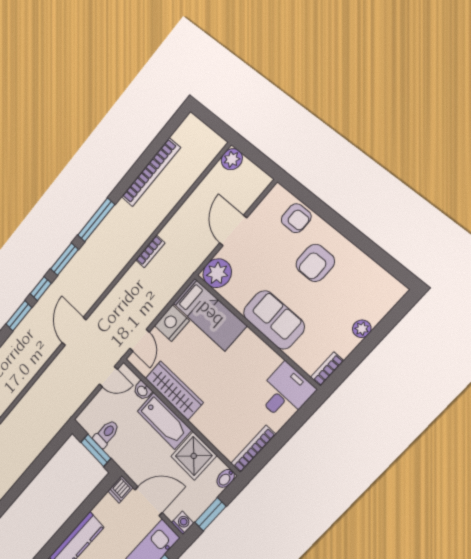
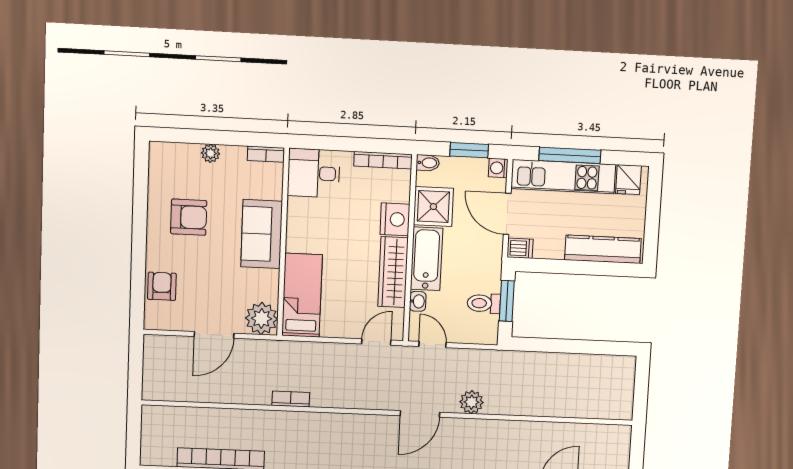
plant: (232, 159) -> (472, 402), moved
armchair: (315, 263) -> (189, 217), moved
nightstand: (172, 323) -> (395, 219), moved, turned -90

